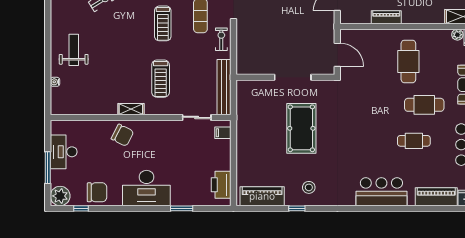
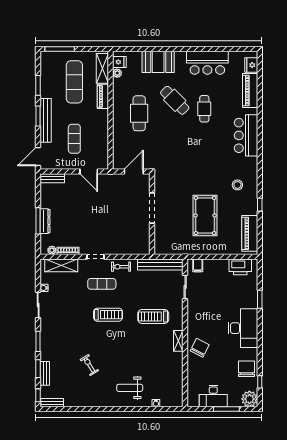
piano: (386, 17) -> (103, 96), moved
cafe table: (408, 61) -> (139, 113), turned 90
treadmill: (161, 79) -> (153, 317), turned 180
cafe table: (424, 105) -> (175, 100), turned -45
pool table: (301, 128) -> (205, 215), moved, turned 90
stool: (309, 187) -> (237, 185), moved

